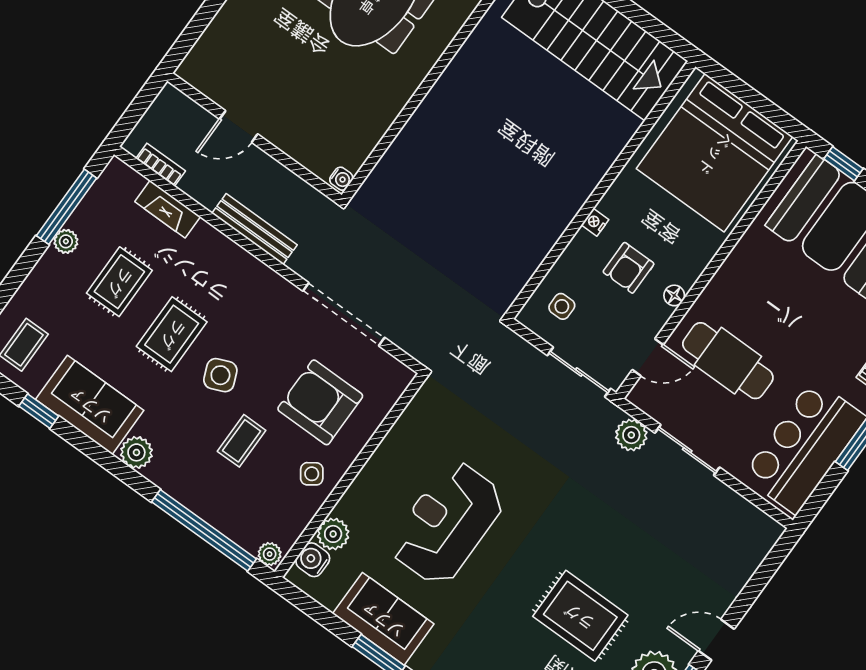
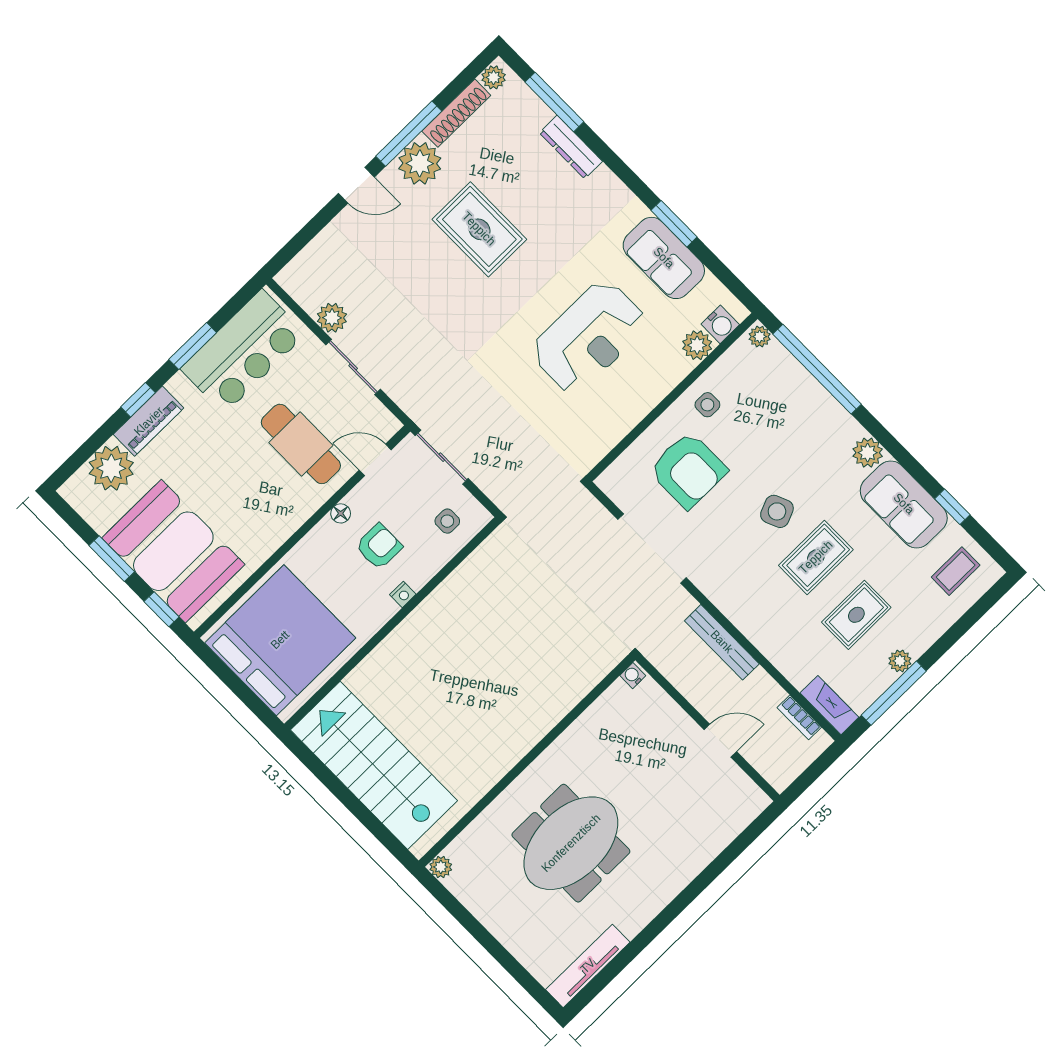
fireplace: (168, 209) -> (829, 705), moved
plant: (631, 435) -> (332, 318), moved
coffee table: (242, 441) -> (768, 447), removed
side table: (312, 474) -> (707, 405), turned 35

